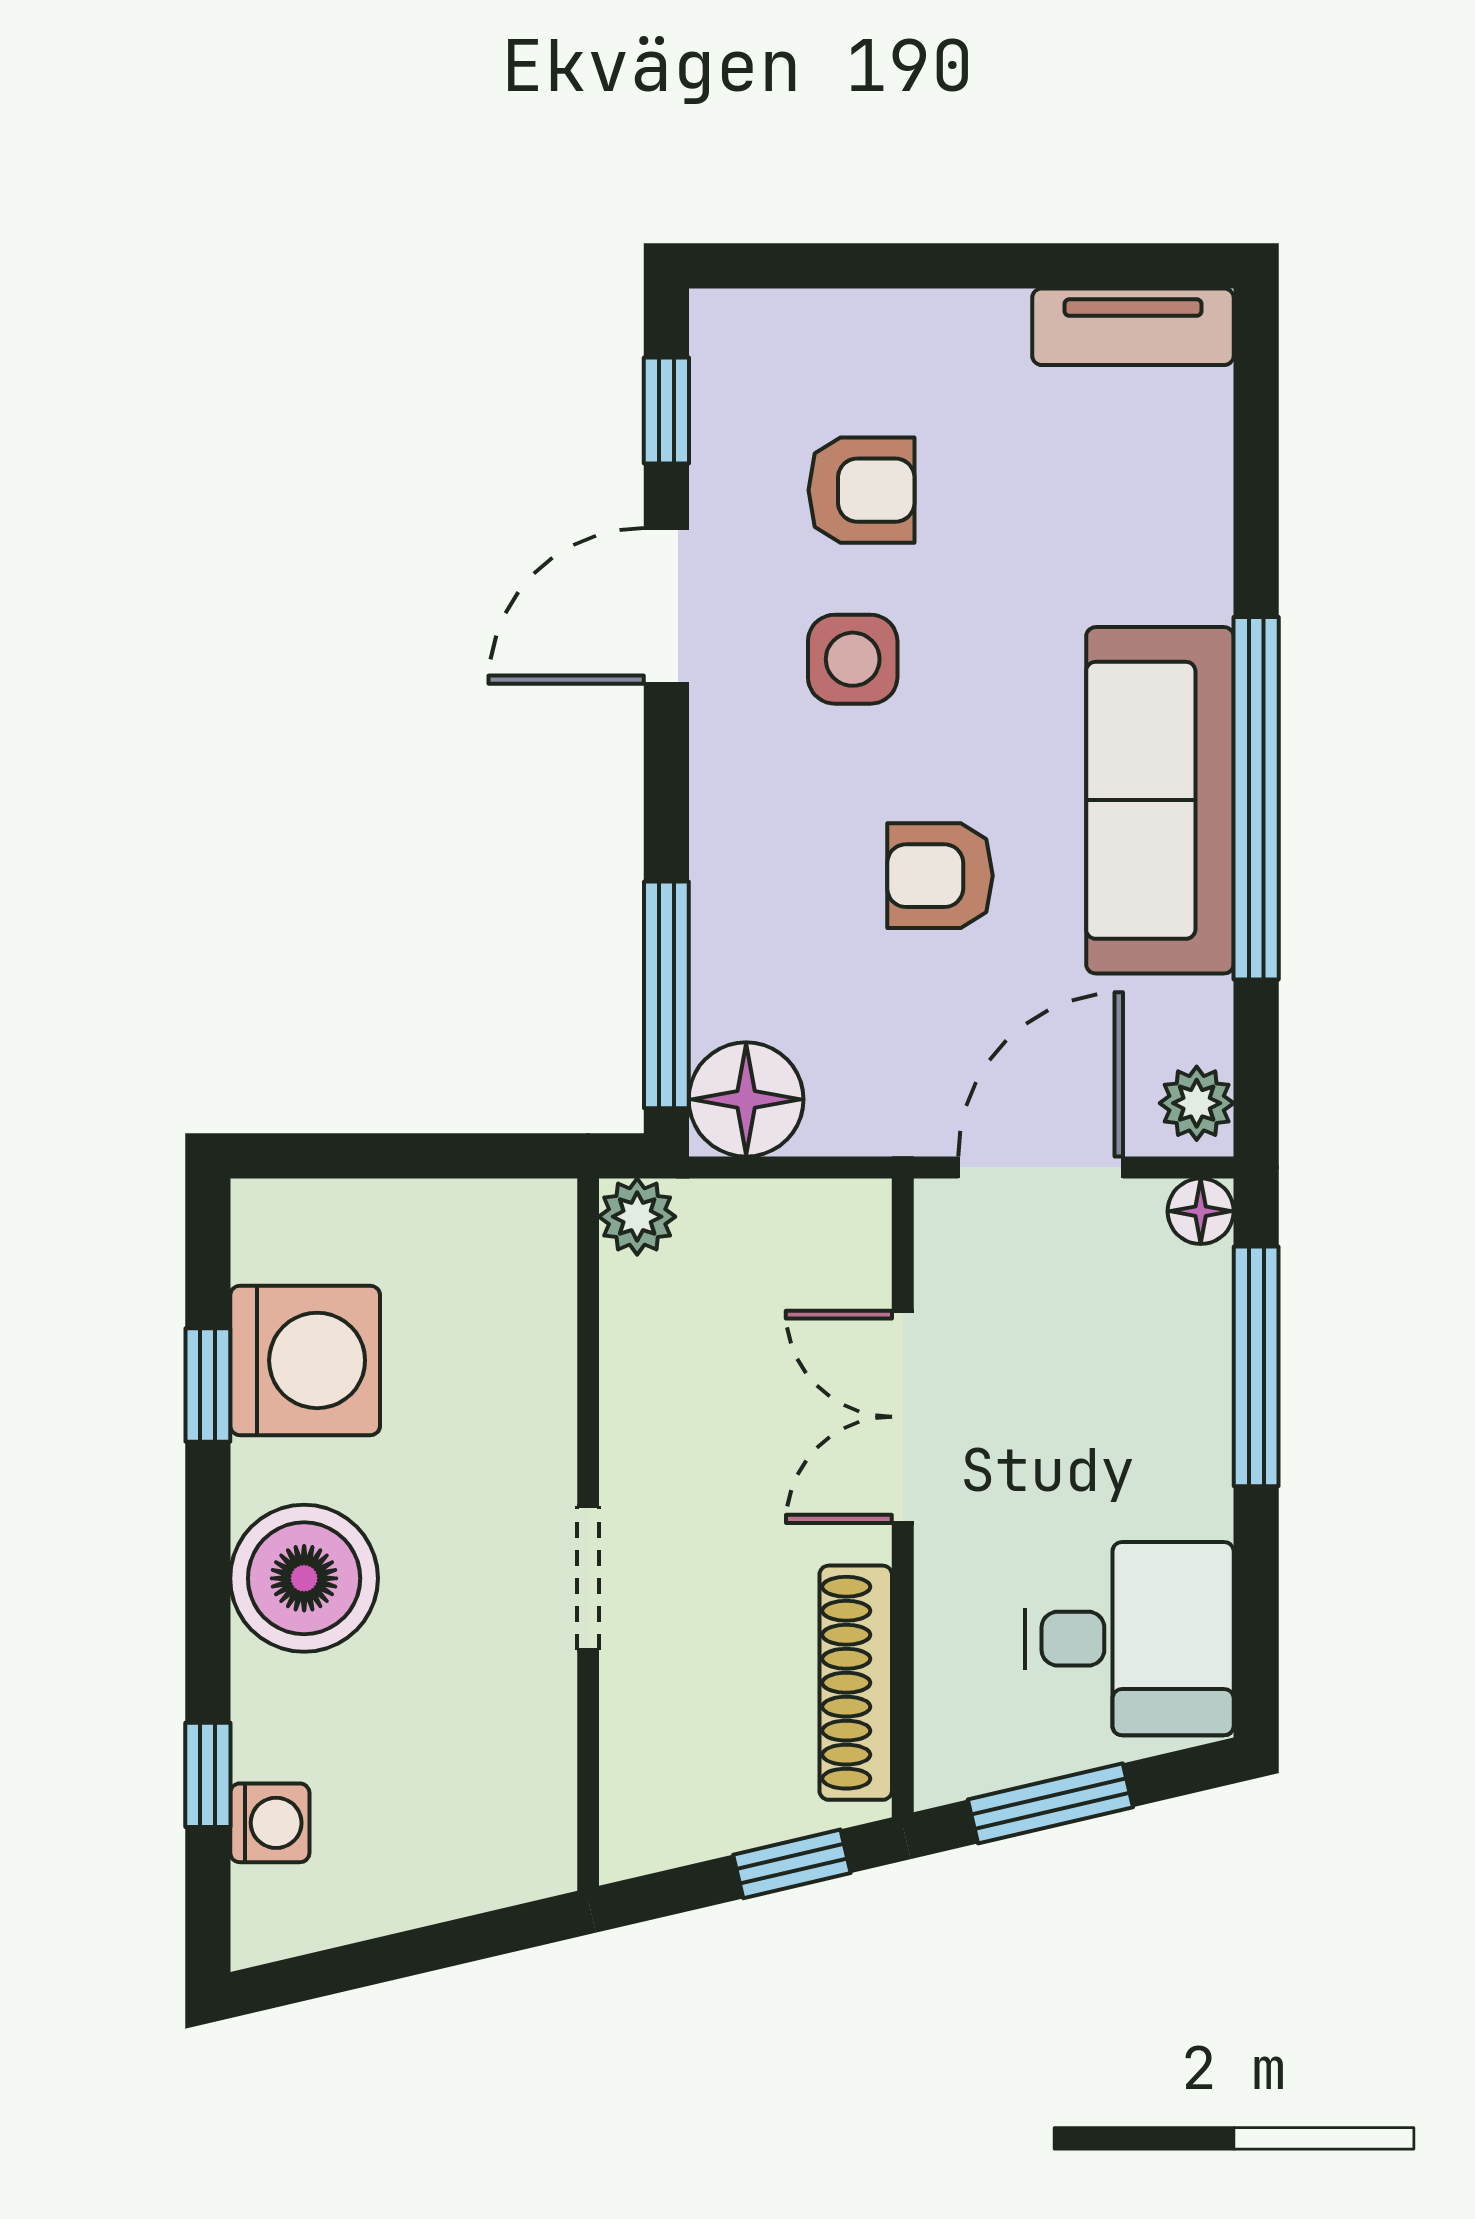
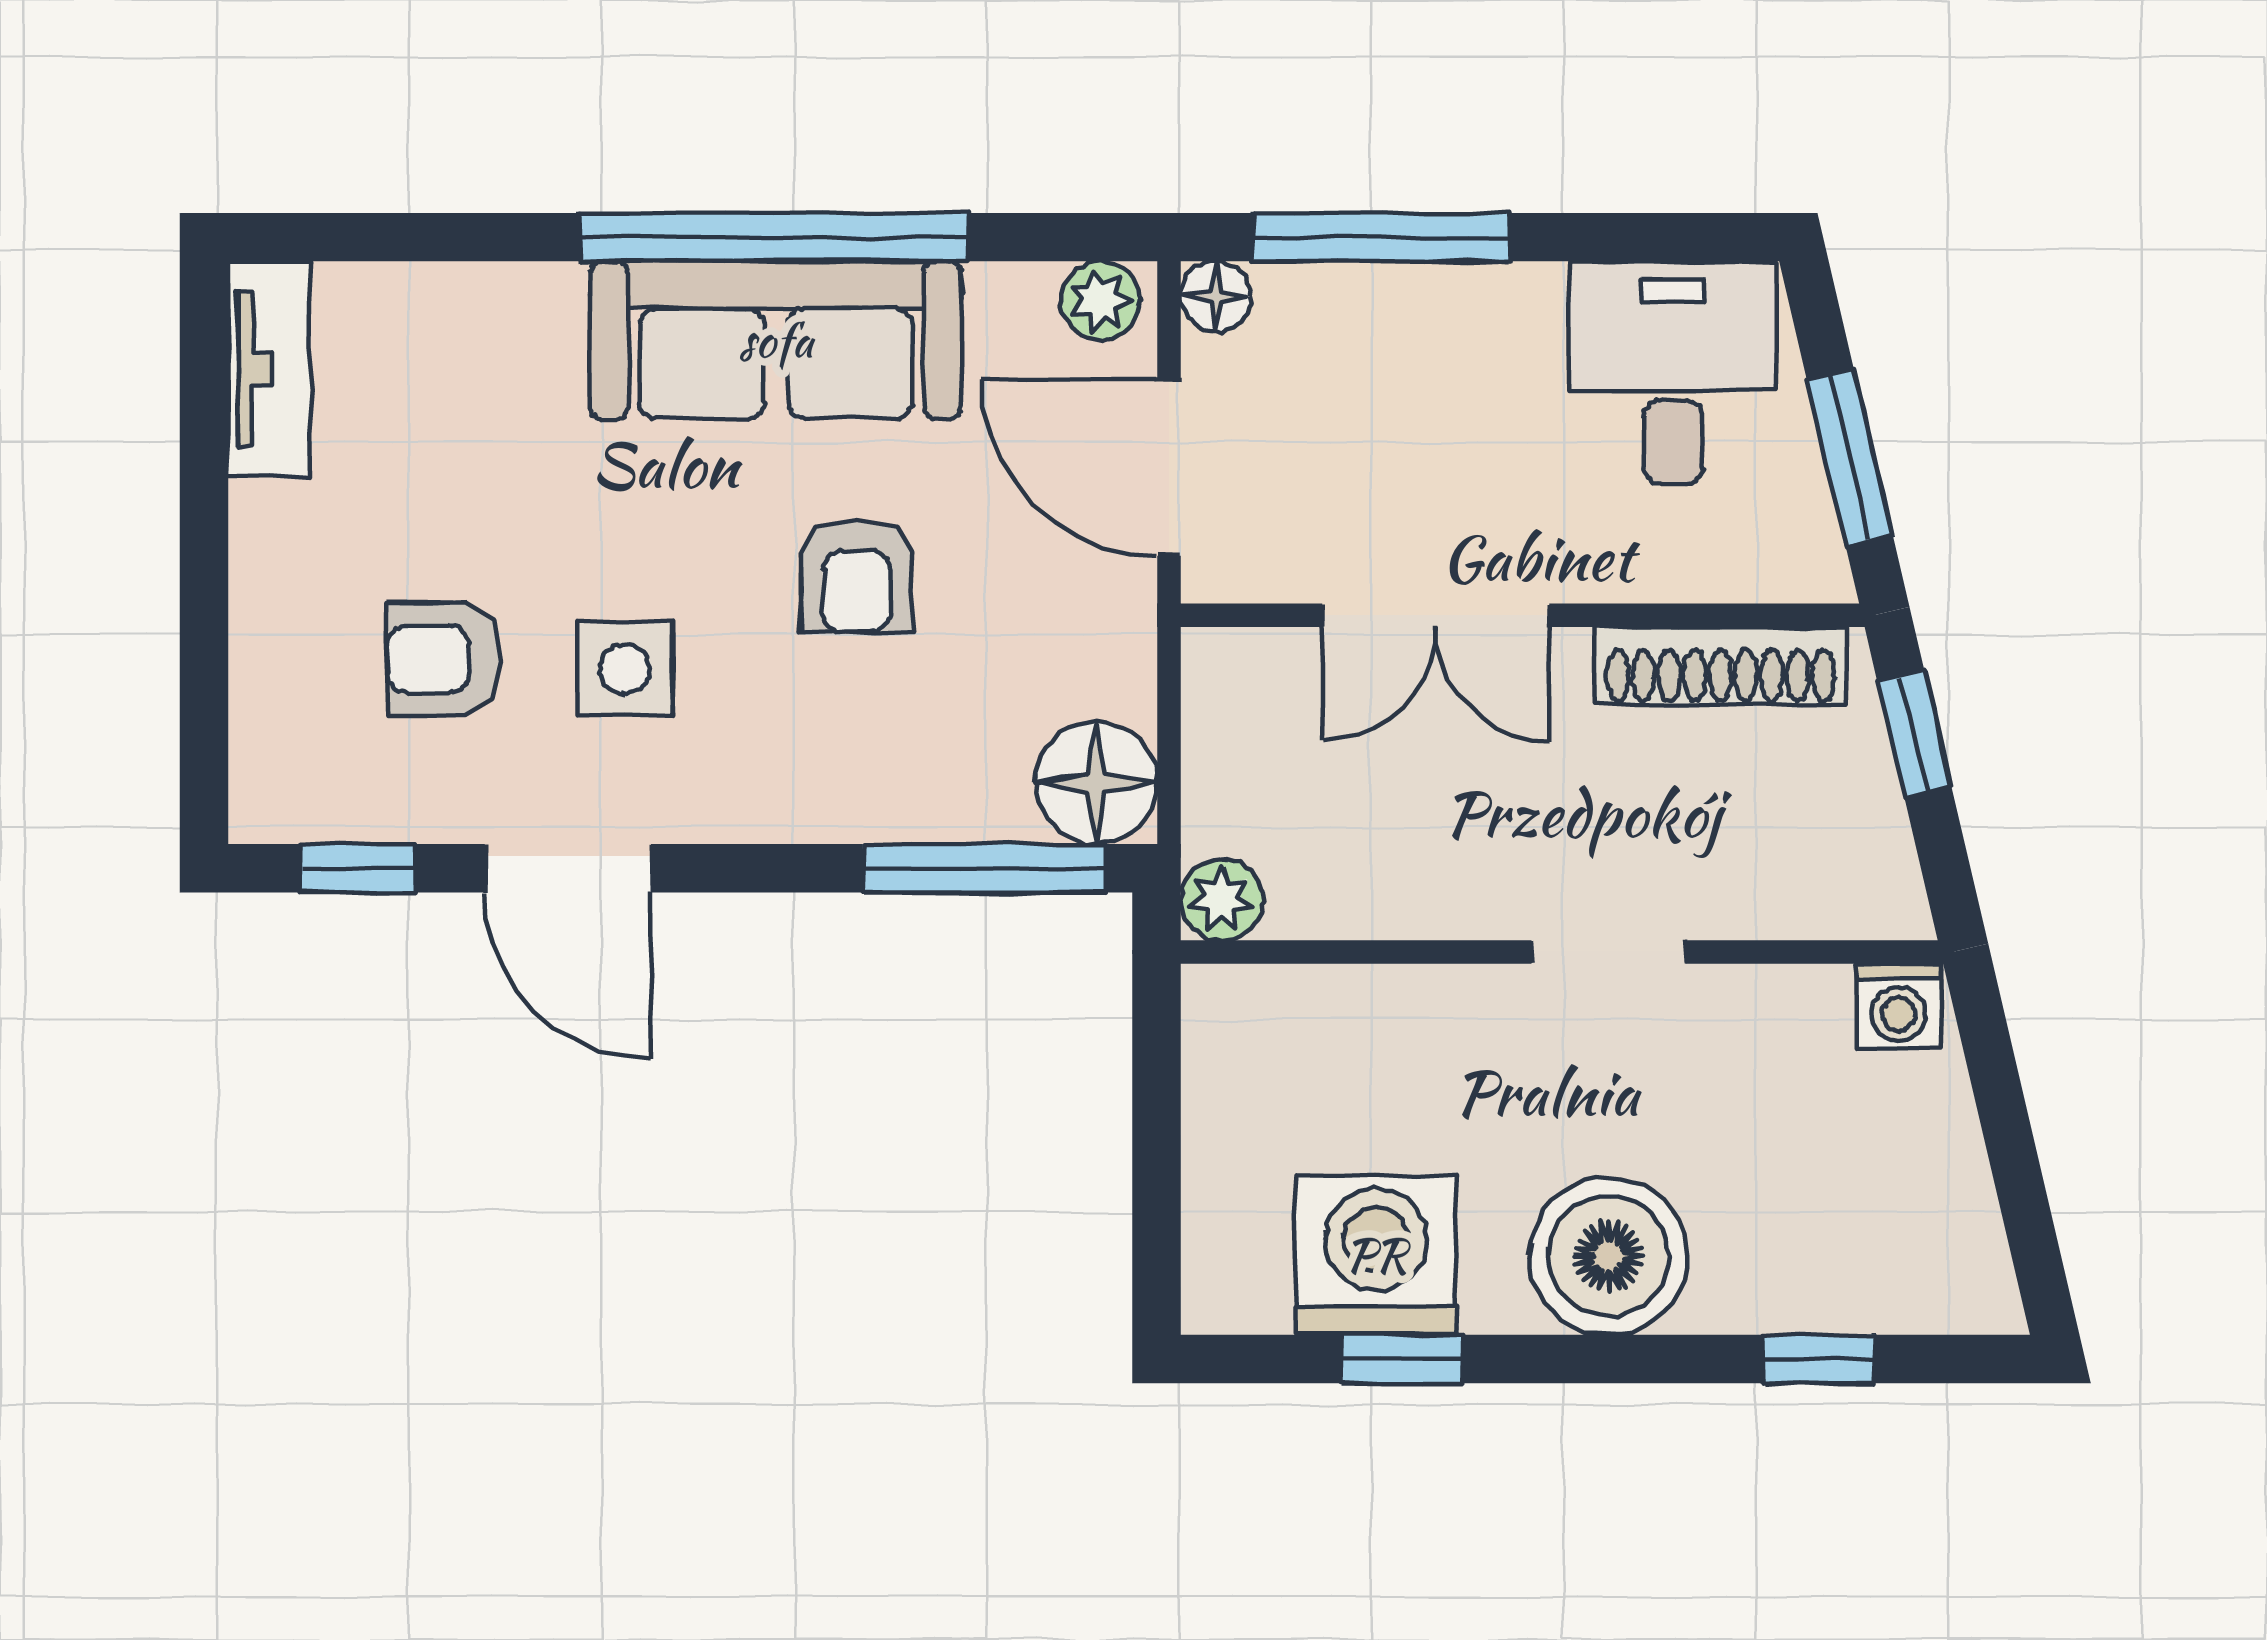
armchair: (861, 490) -> (444, 659), turned -90
washing machine: (270, 1823) -> (1899, 1006), moved, turned 180

